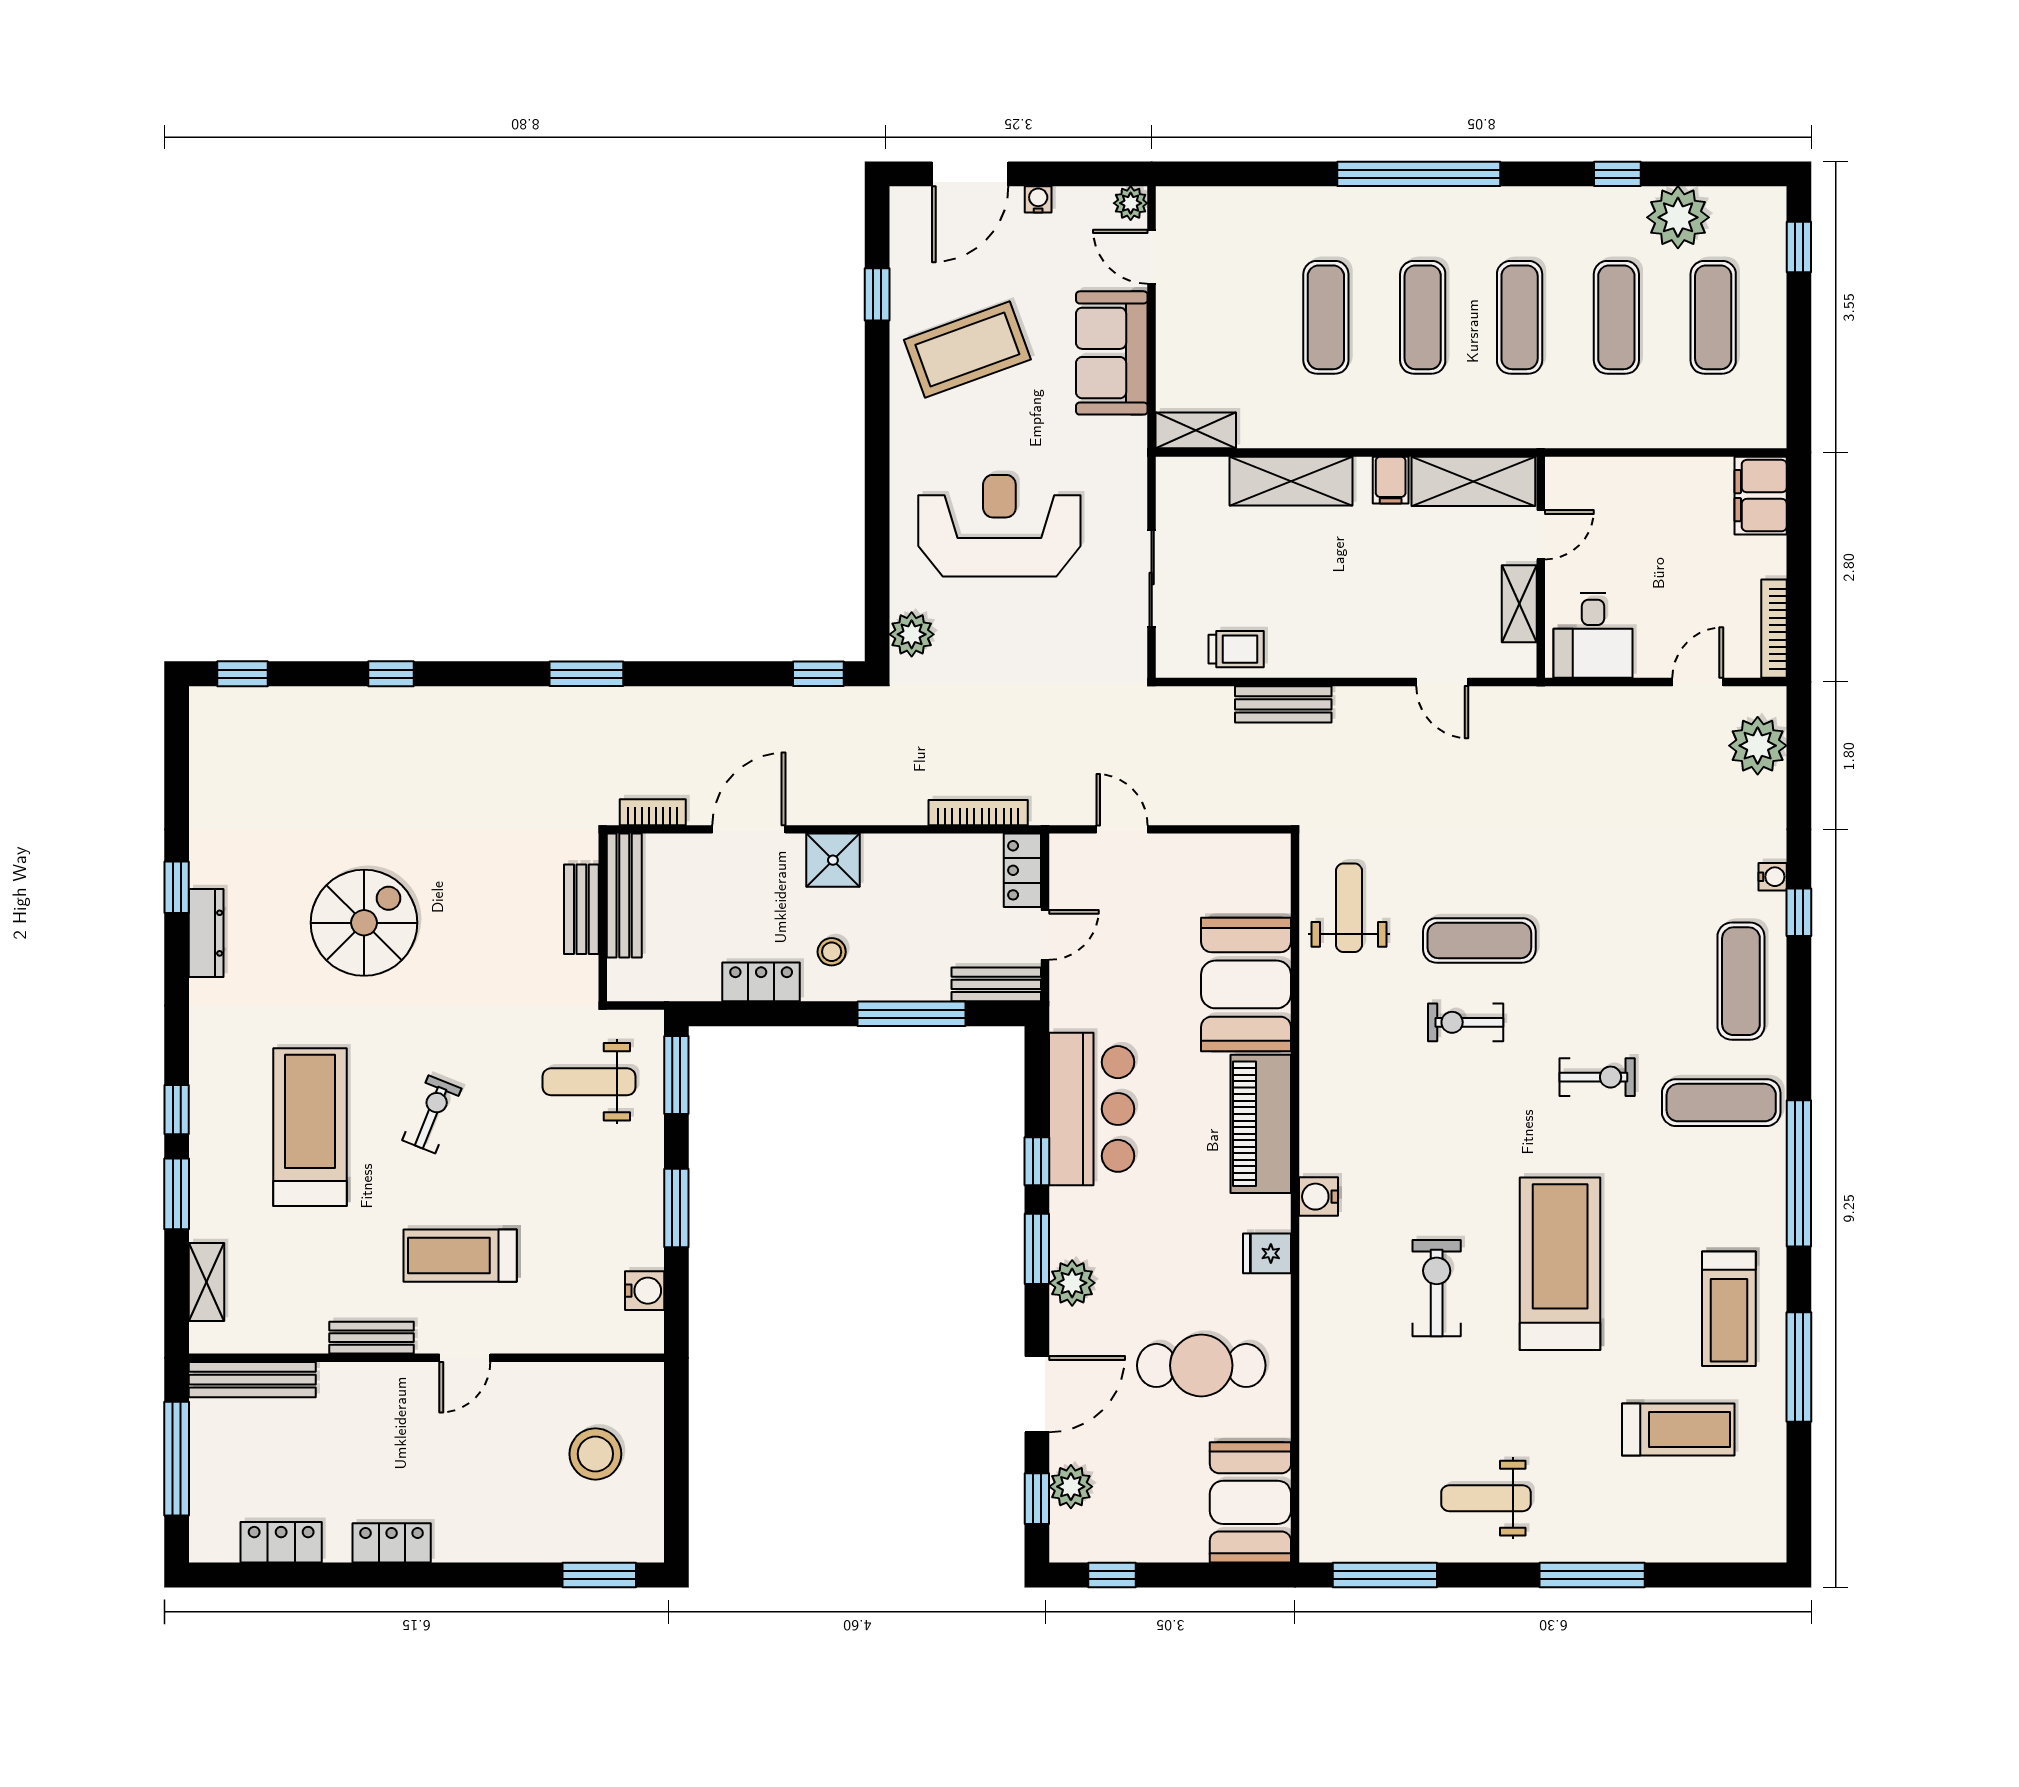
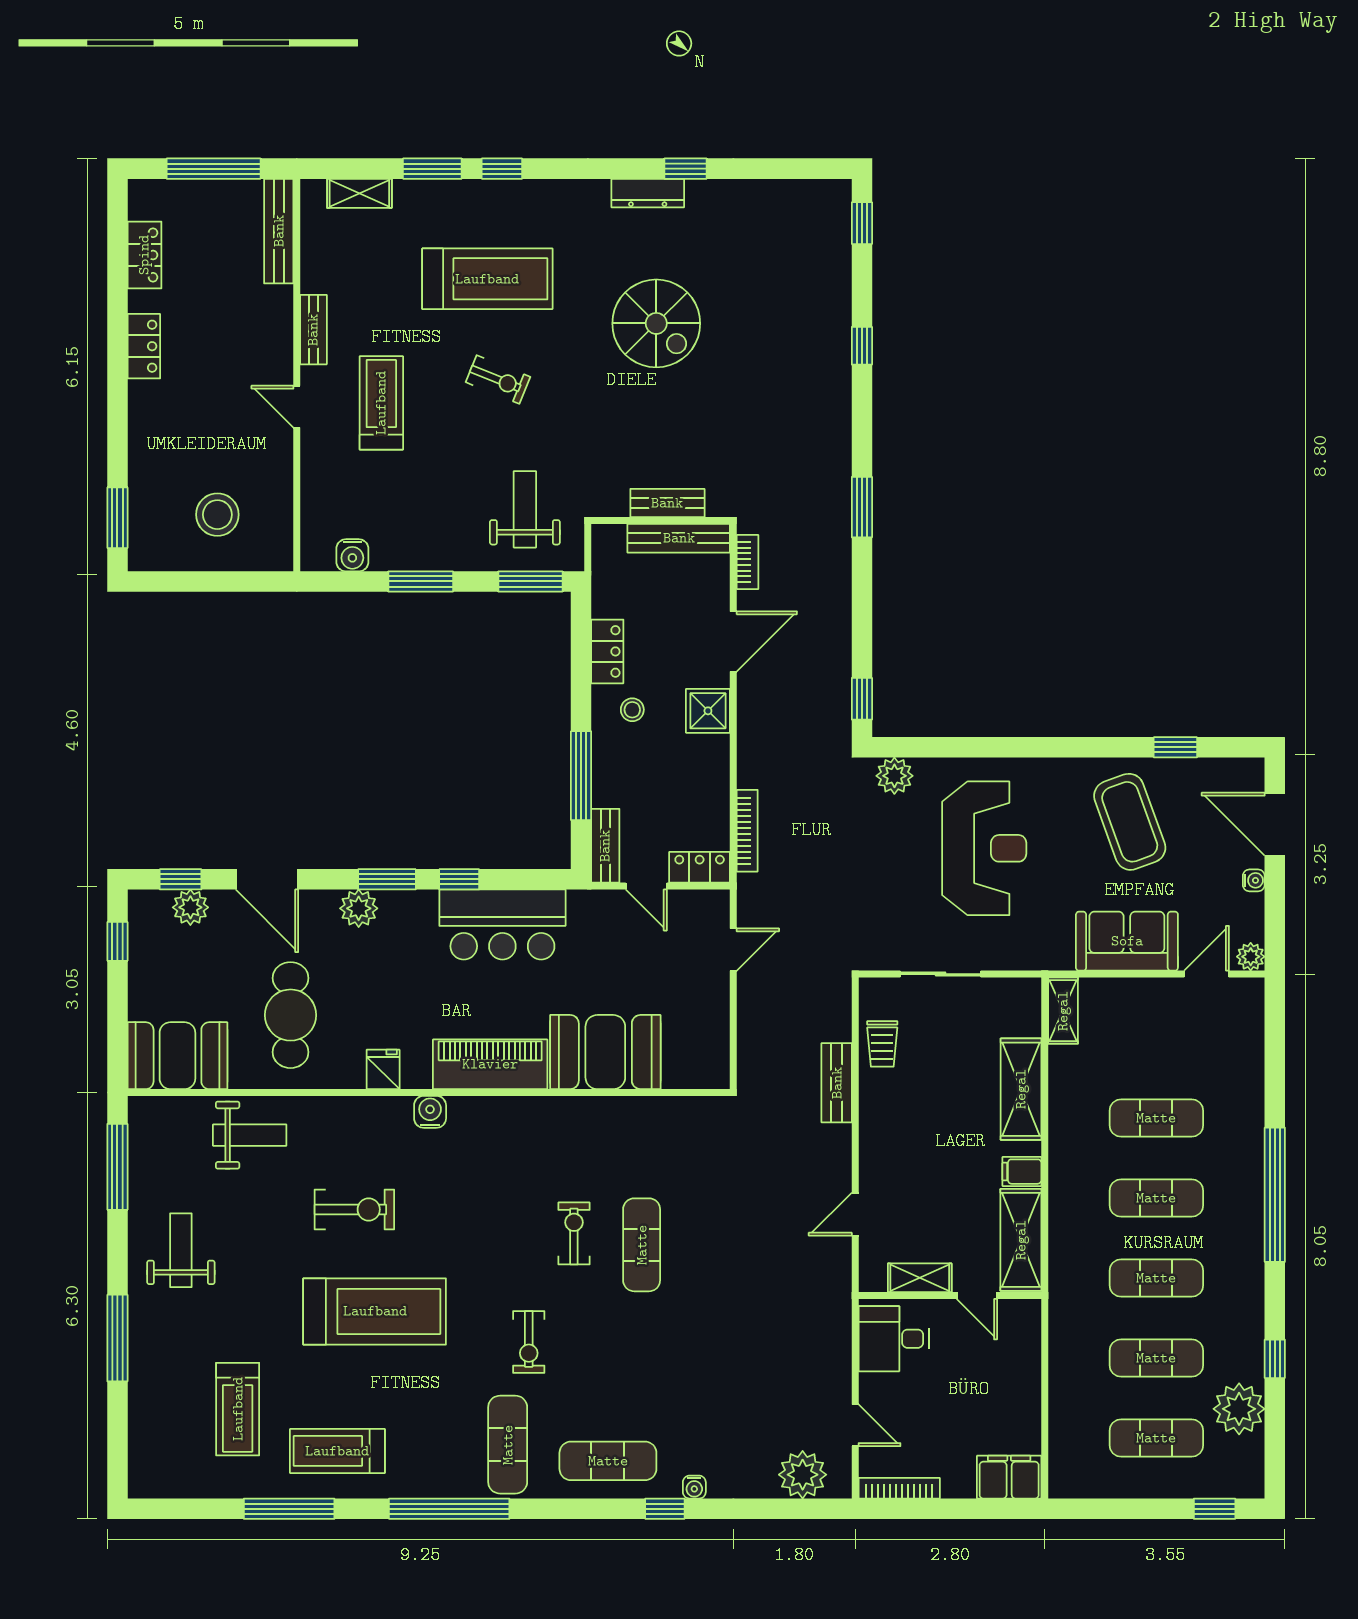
door: (749, 829) -> (733, 641), hinge flipped
weight bench: (1349, 908) -> (250, 1135), moved

